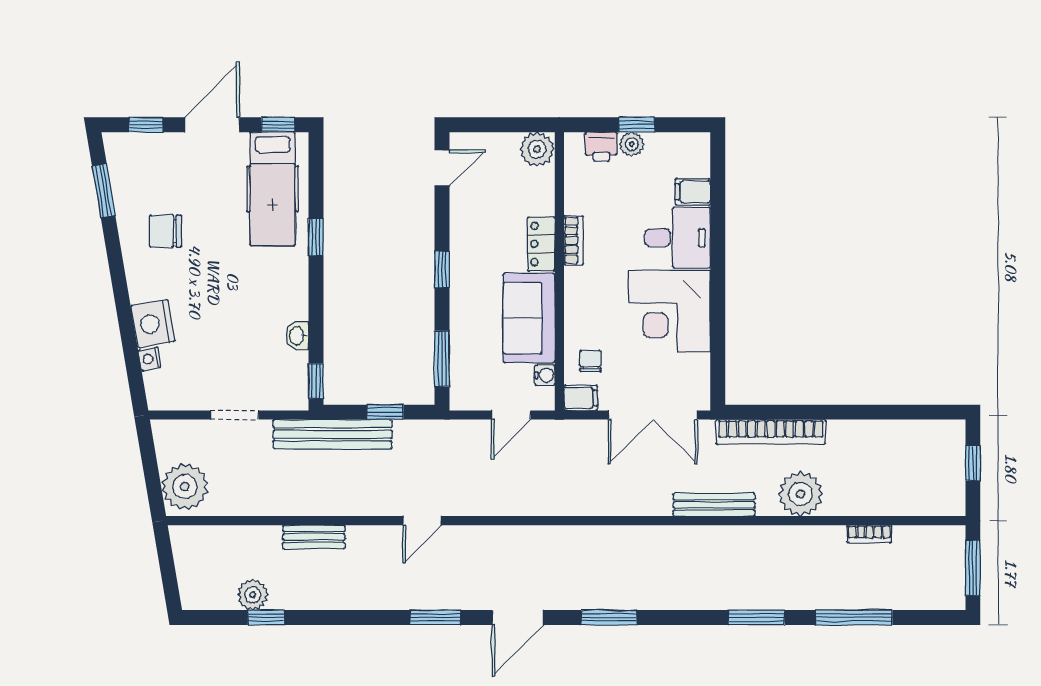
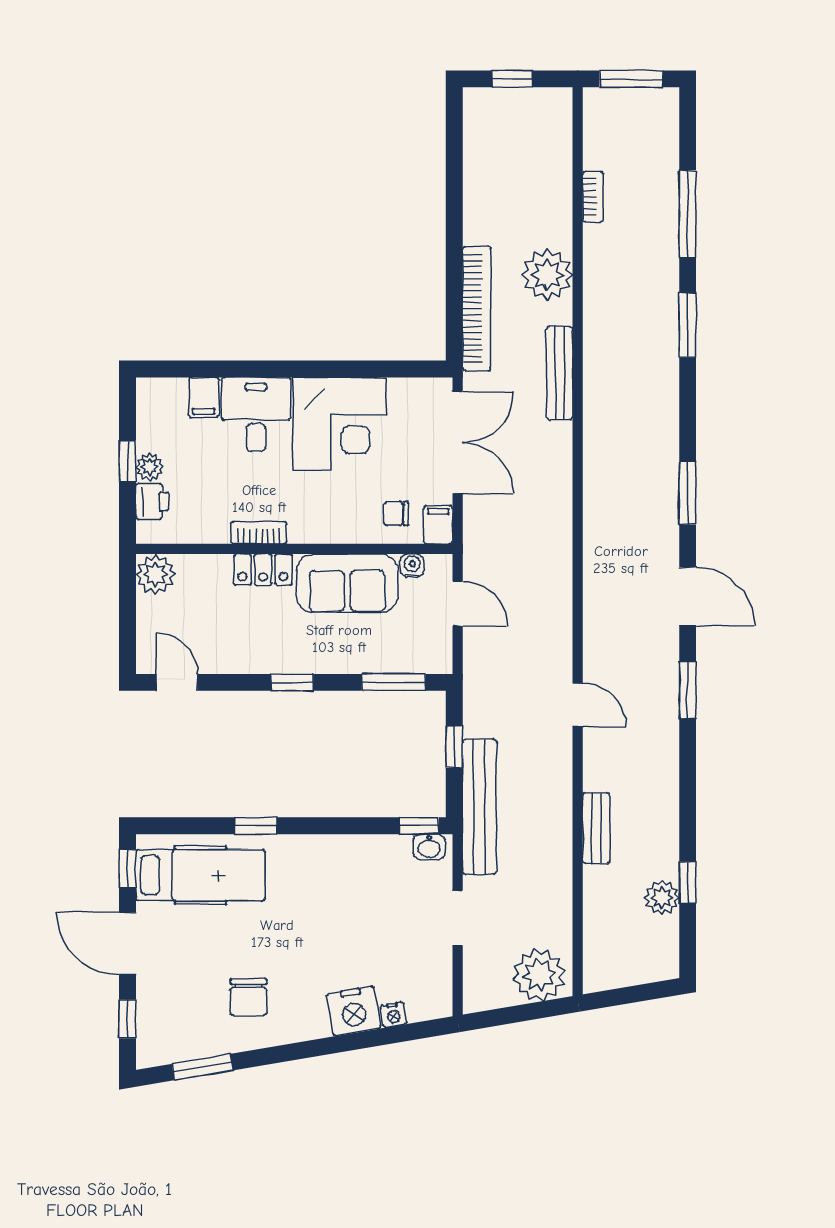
washbasin: (297, 336) -> (429, 847), moved

